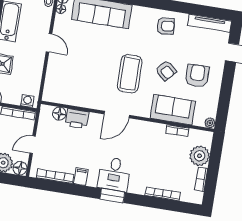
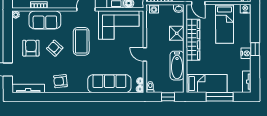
armchair: (197, 76) -> (31, 48), turned 180
corner sofa: (77, 87) -> (119, 25), added

